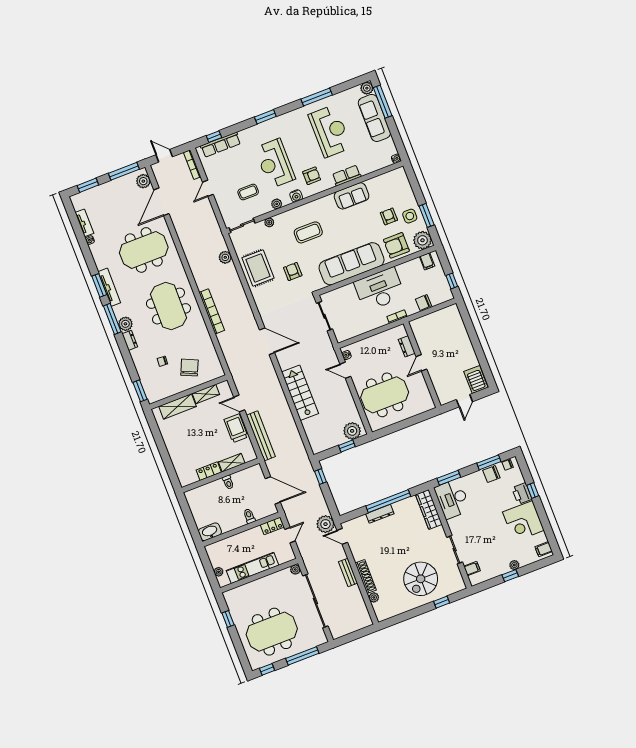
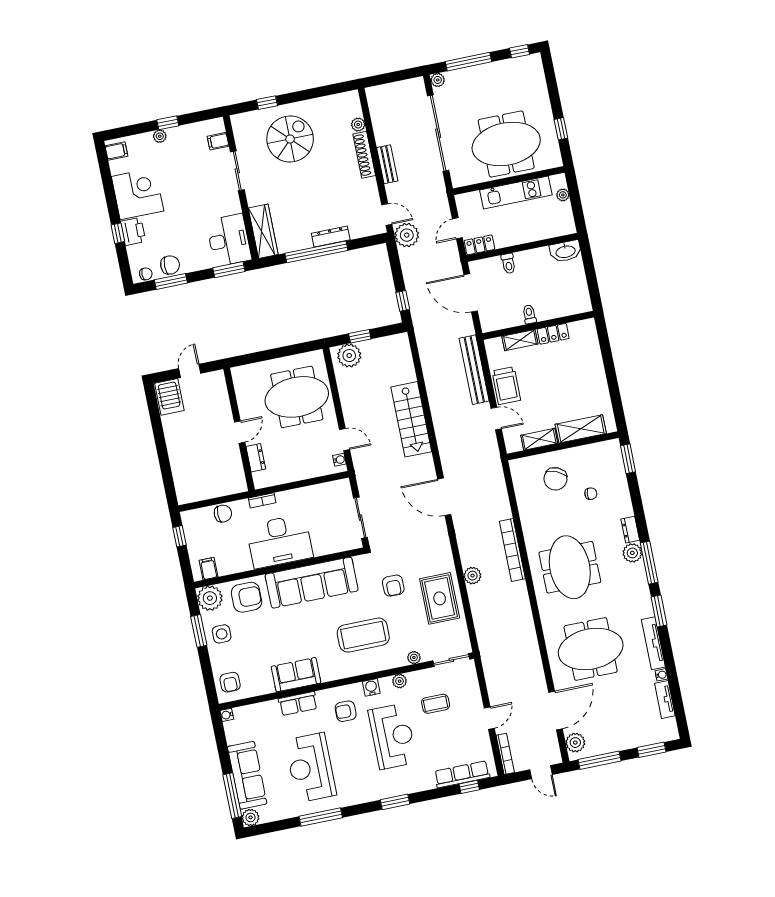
armchair: (389, 216) -> (230, 682), moved
coffee table: (308, 232) -> (363, 635), width x1.36, depth x1.32
plant: (225, 257) -> (472, 576), moved
tv unit: (109, 287) -> (653, 643), moved
plant: (295, 569) -> (438, 80), moved
meeting table: (272, 632) -> (506, 144), moved

